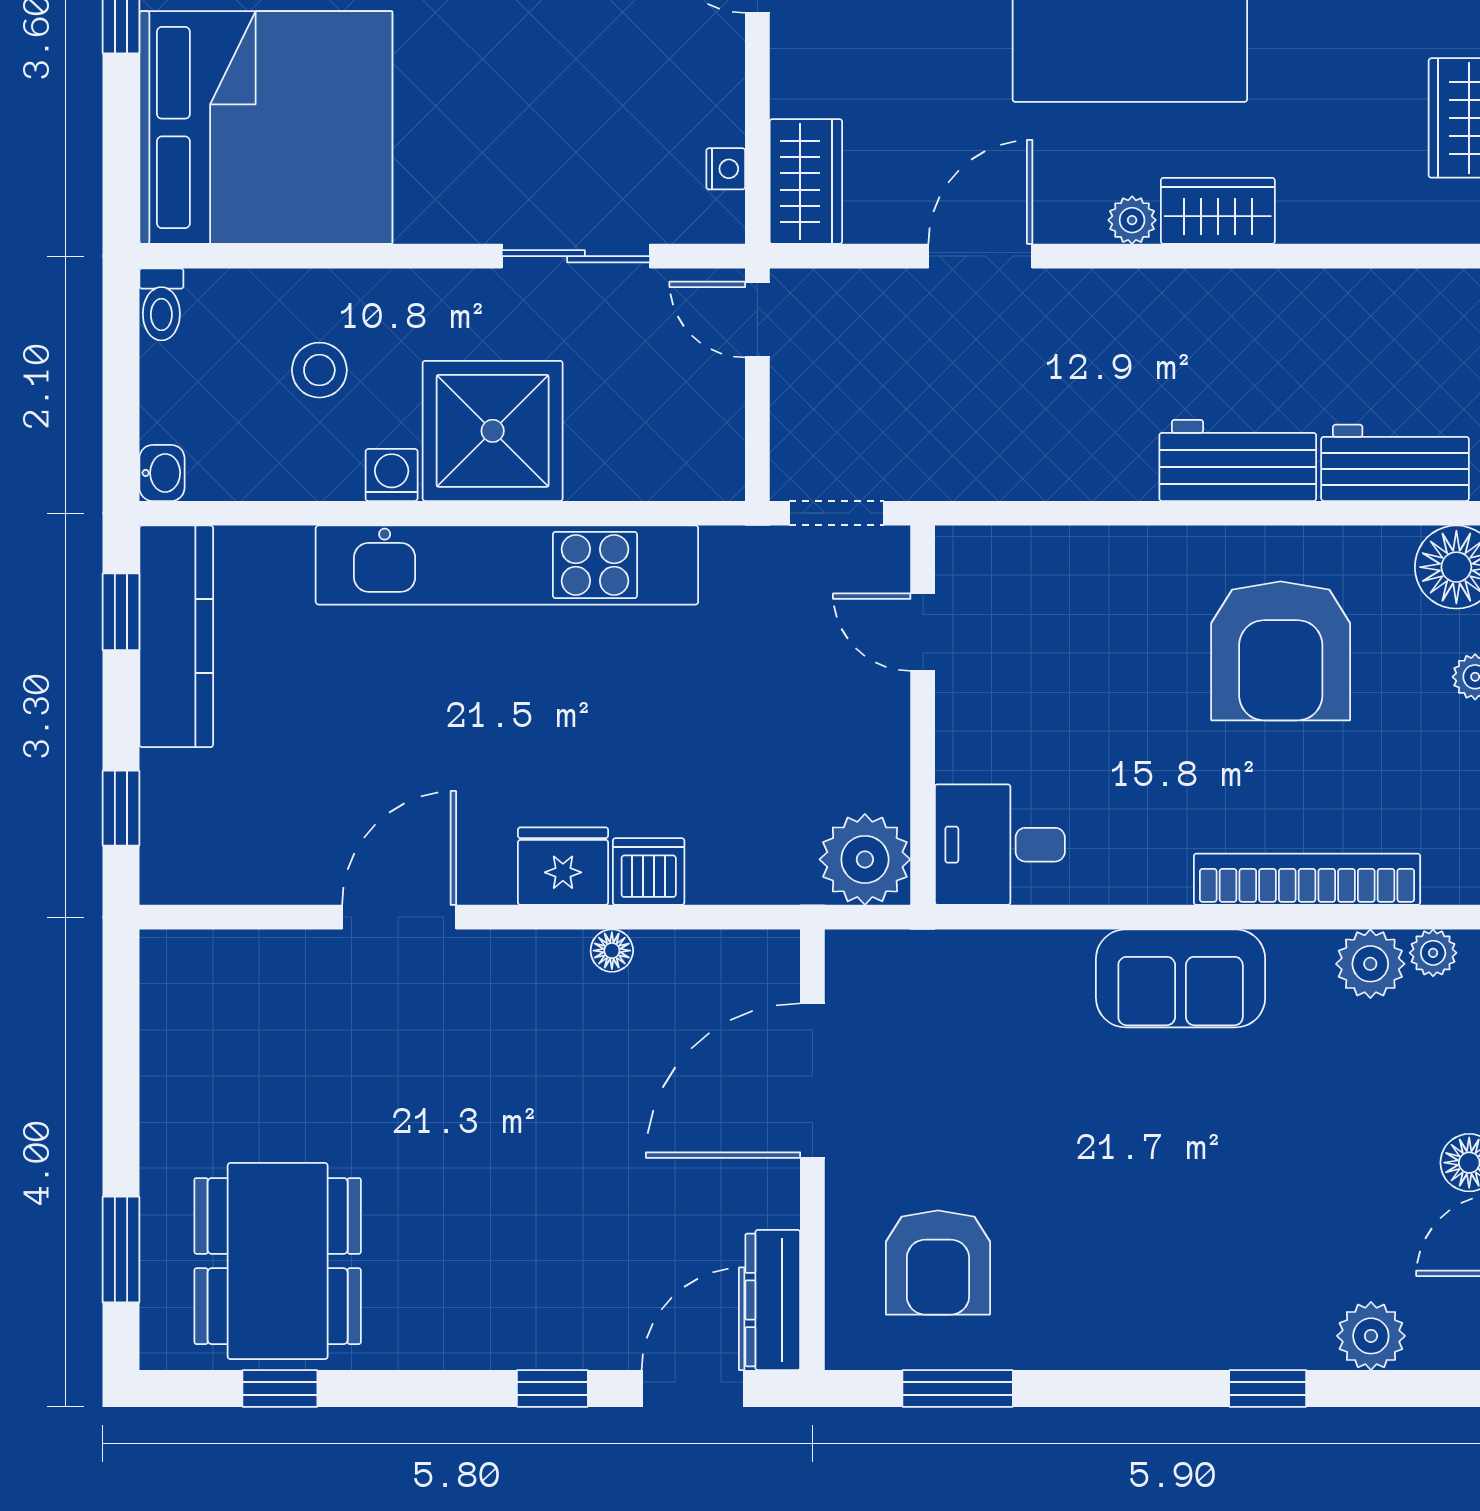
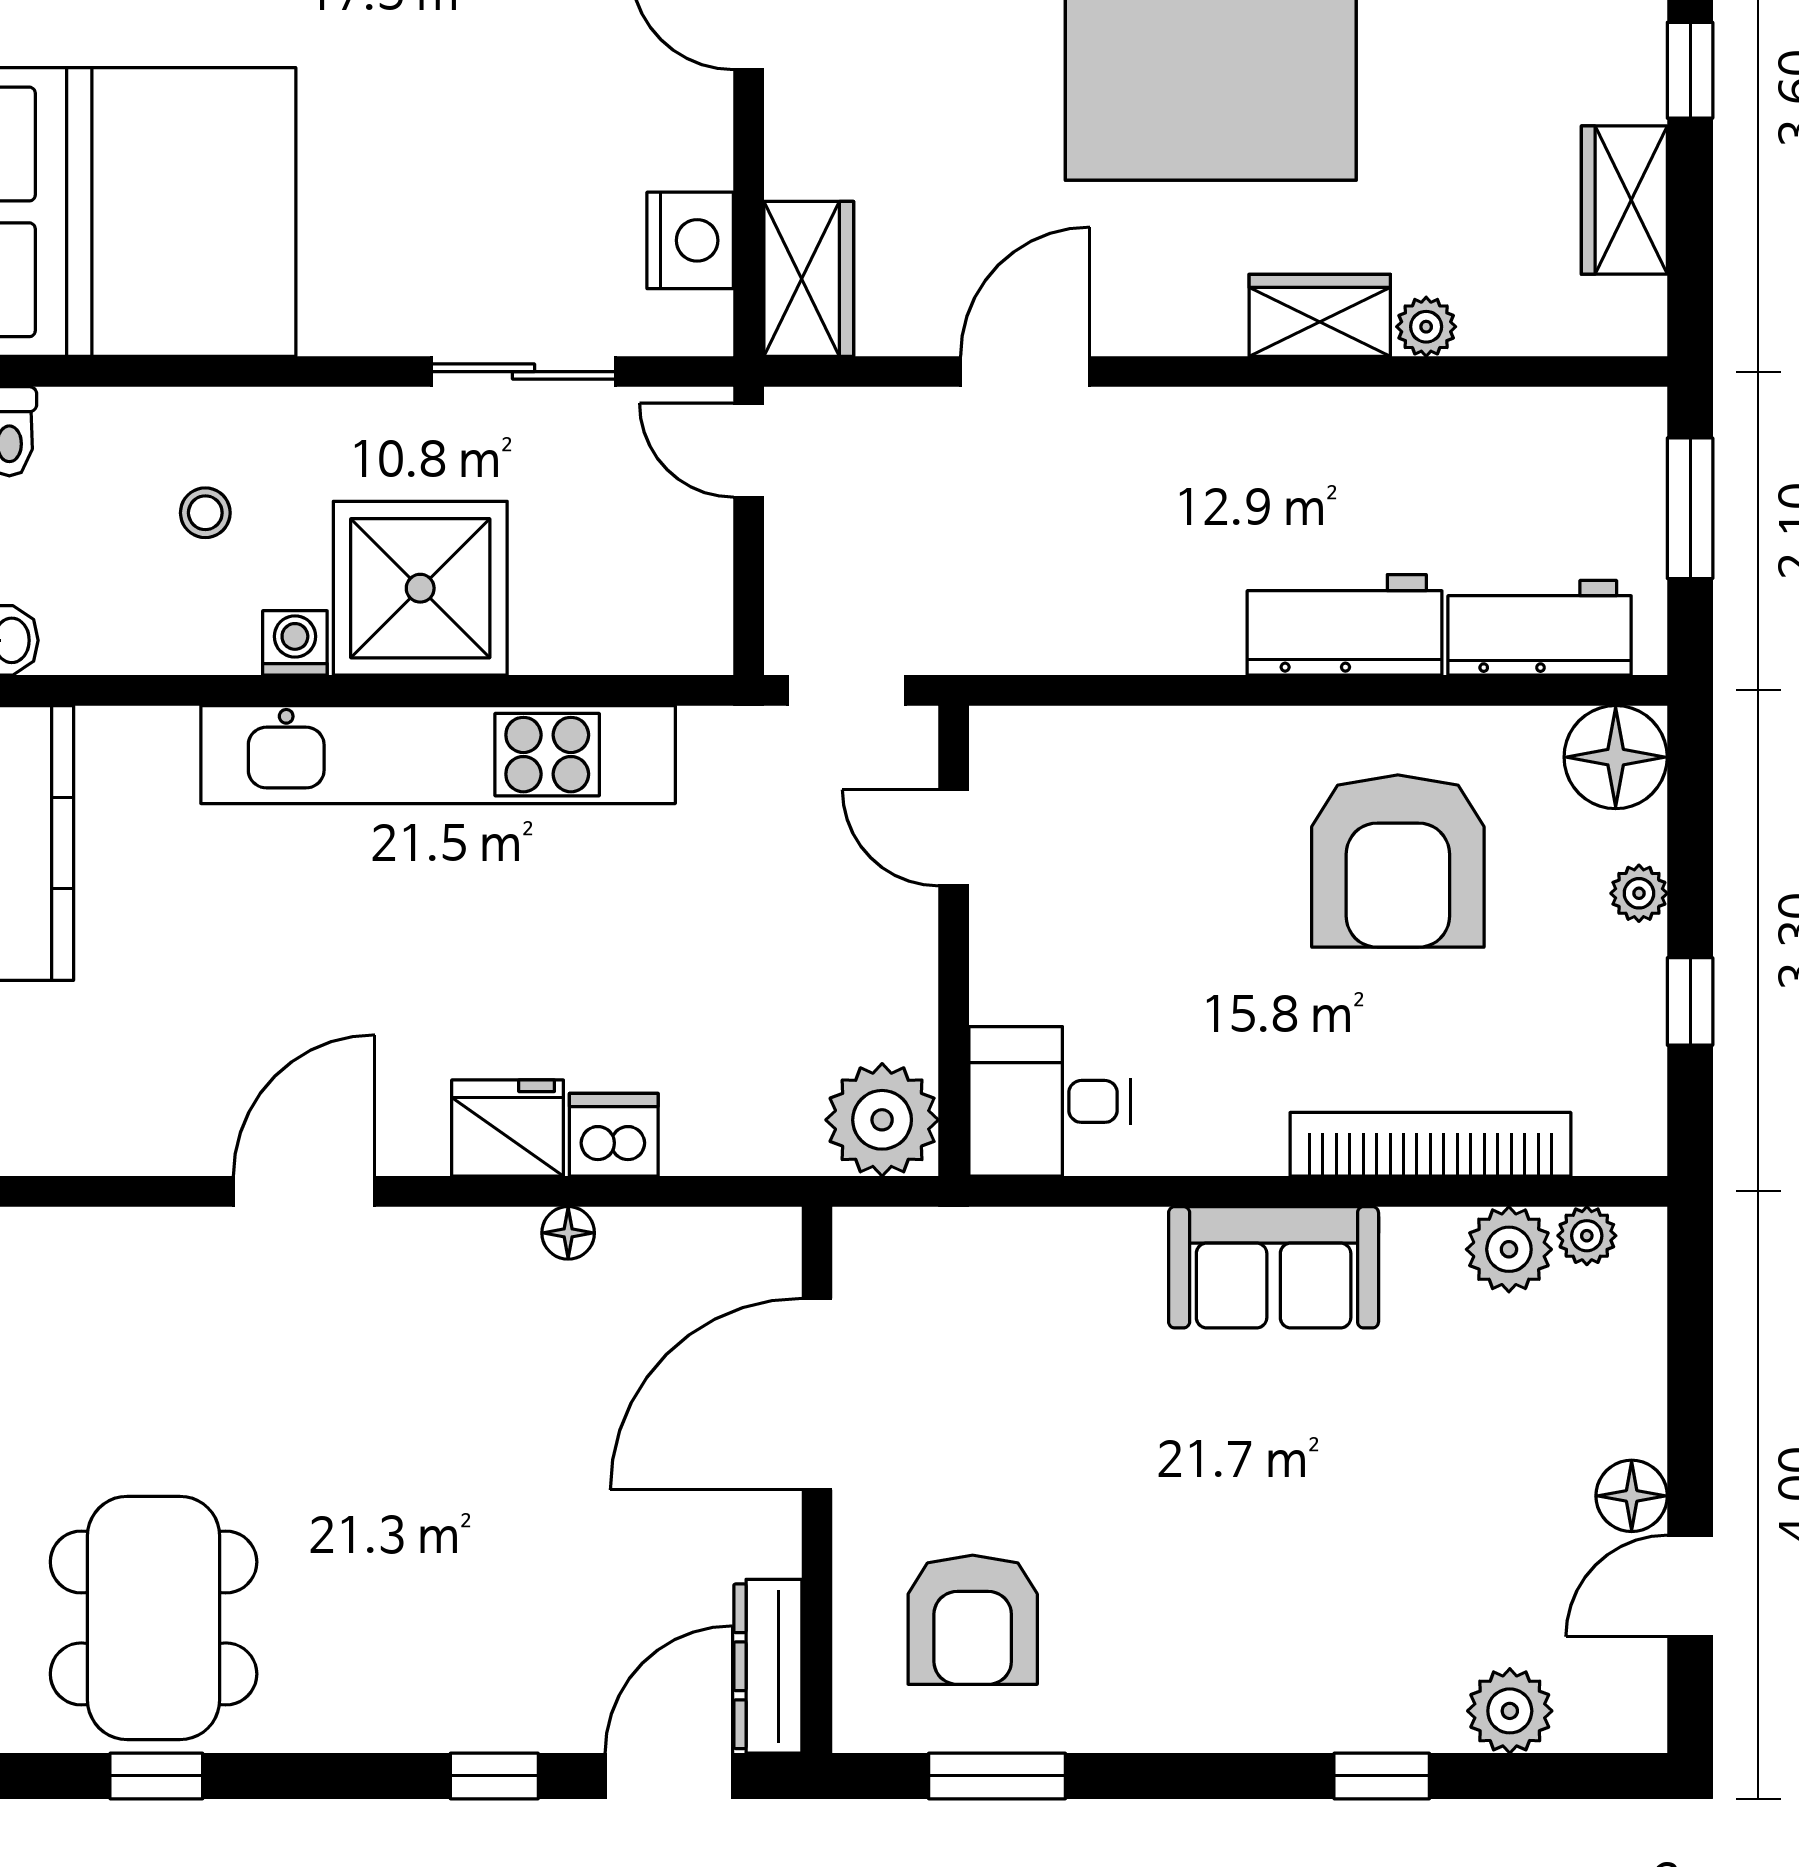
nightstand: (726, 169) -> (690, 240), width x1.89, depth x1.79
plant: (1132, 220) -> (1426, 327), moved
stool: (319, 370) -> (205, 513), width x0.73, depth x0.73

